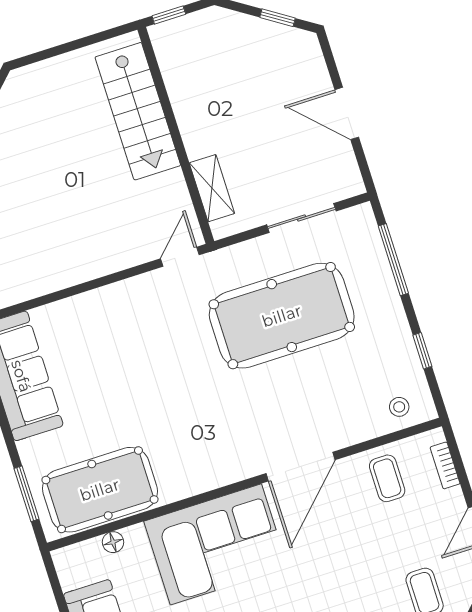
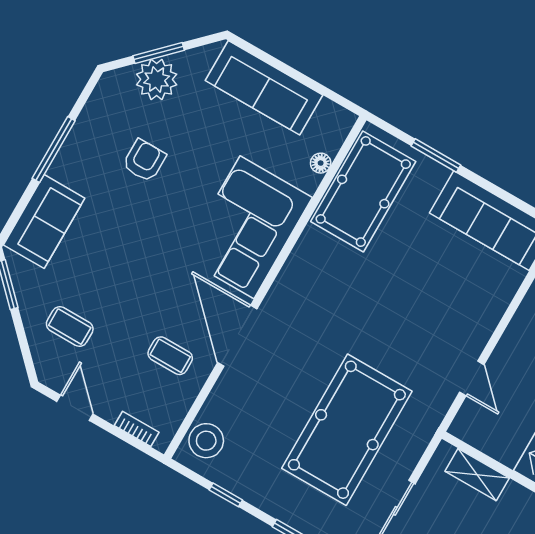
door: (180, 257) -> (472, 378), moved
stool: (399, 407) -> (206, 441), width x1.89, depth x1.89
coffee table: (387, 478) -> (170, 356), moved
window: (27, 494) -> (436, 155), moved

